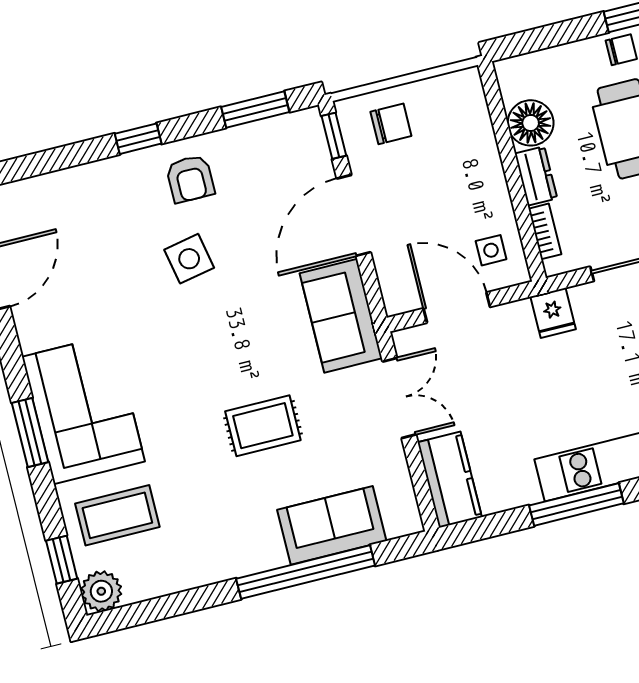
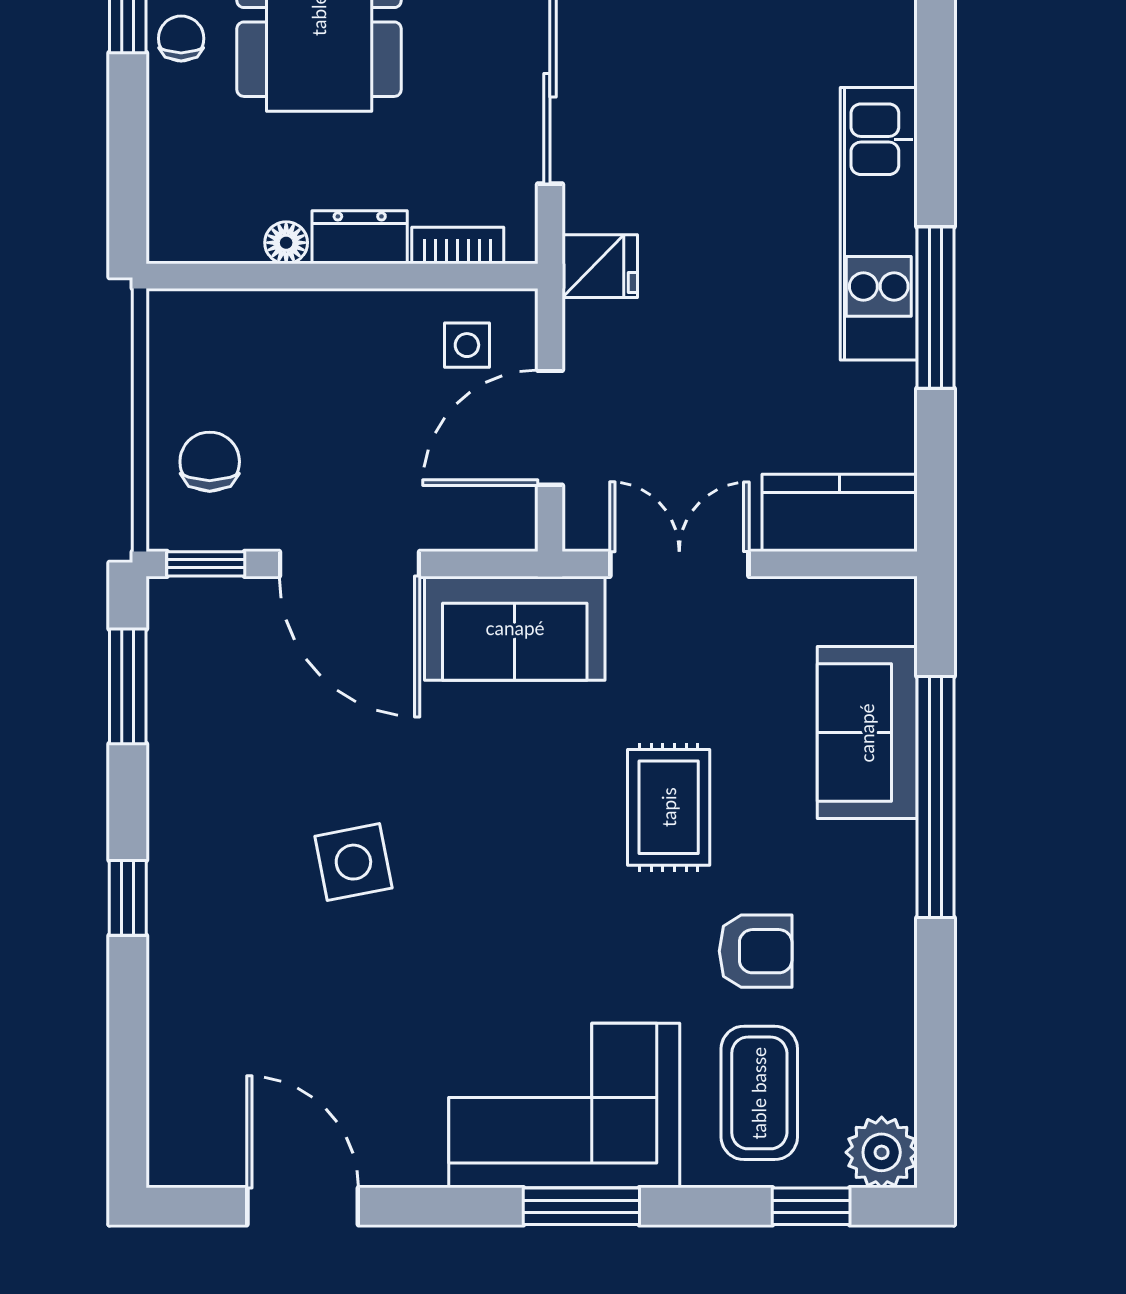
floor lamp: (531, 123) -> (286, 243), width x0.53, depth x0.53
armchair: (190, 179) -> (756, 951), moved

